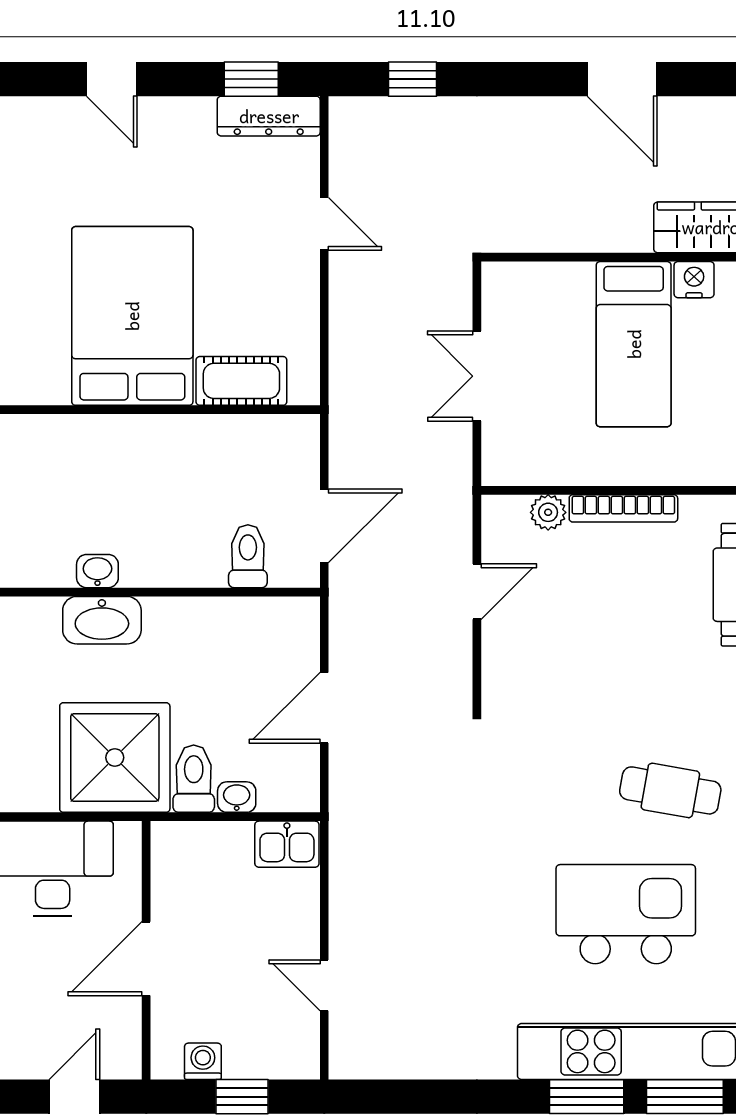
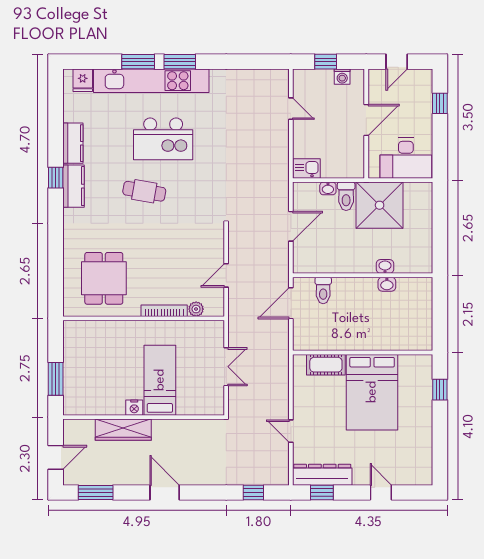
dresser: (269, 116) -> (322, 475), width x1.37, depth x1.24
washbasin: (102, 620) -> (385, 266), width x0.52, depth x0.69

